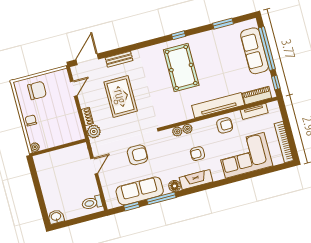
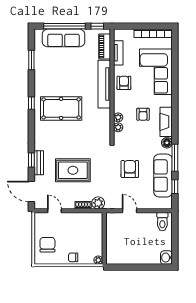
window: (120, 51) -> (31, 160), added

